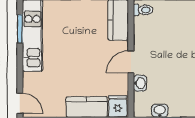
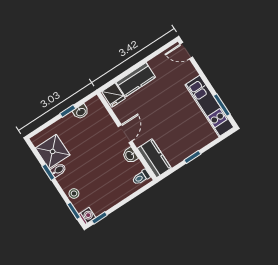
washbasin: (140, 83) -> (130, 156), moved

